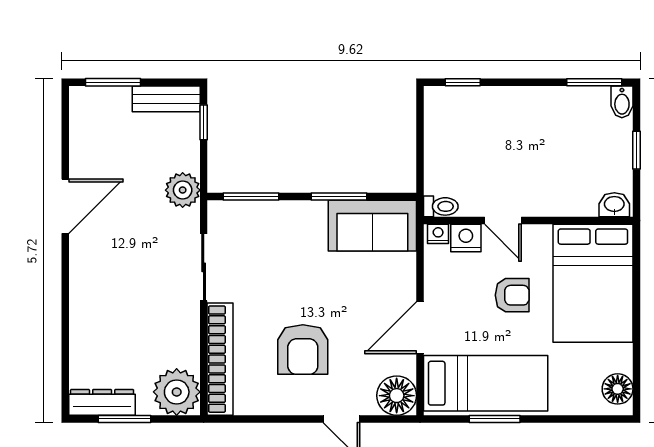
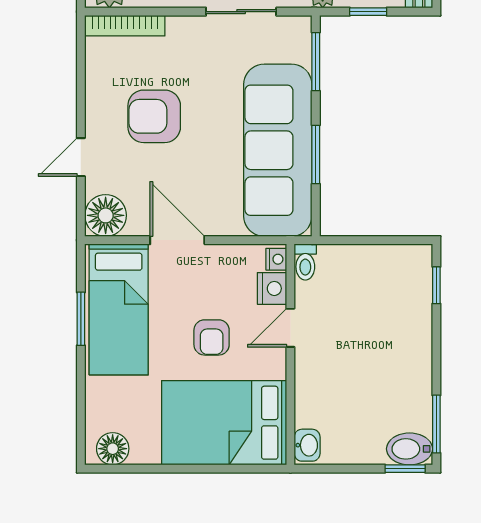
bidet: (622, 102) -> (410, 449), width x1.38, depth x1.36
window: (204, 122) -> (368, 12), moved
window: (636, 150) -> (405, 469), moved
sofa: (372, 226) -> (278, 150), width x1.85, depth x1.27
bookcase: (220, 359) -> (125, 26), width x0.68, depth x0.76

